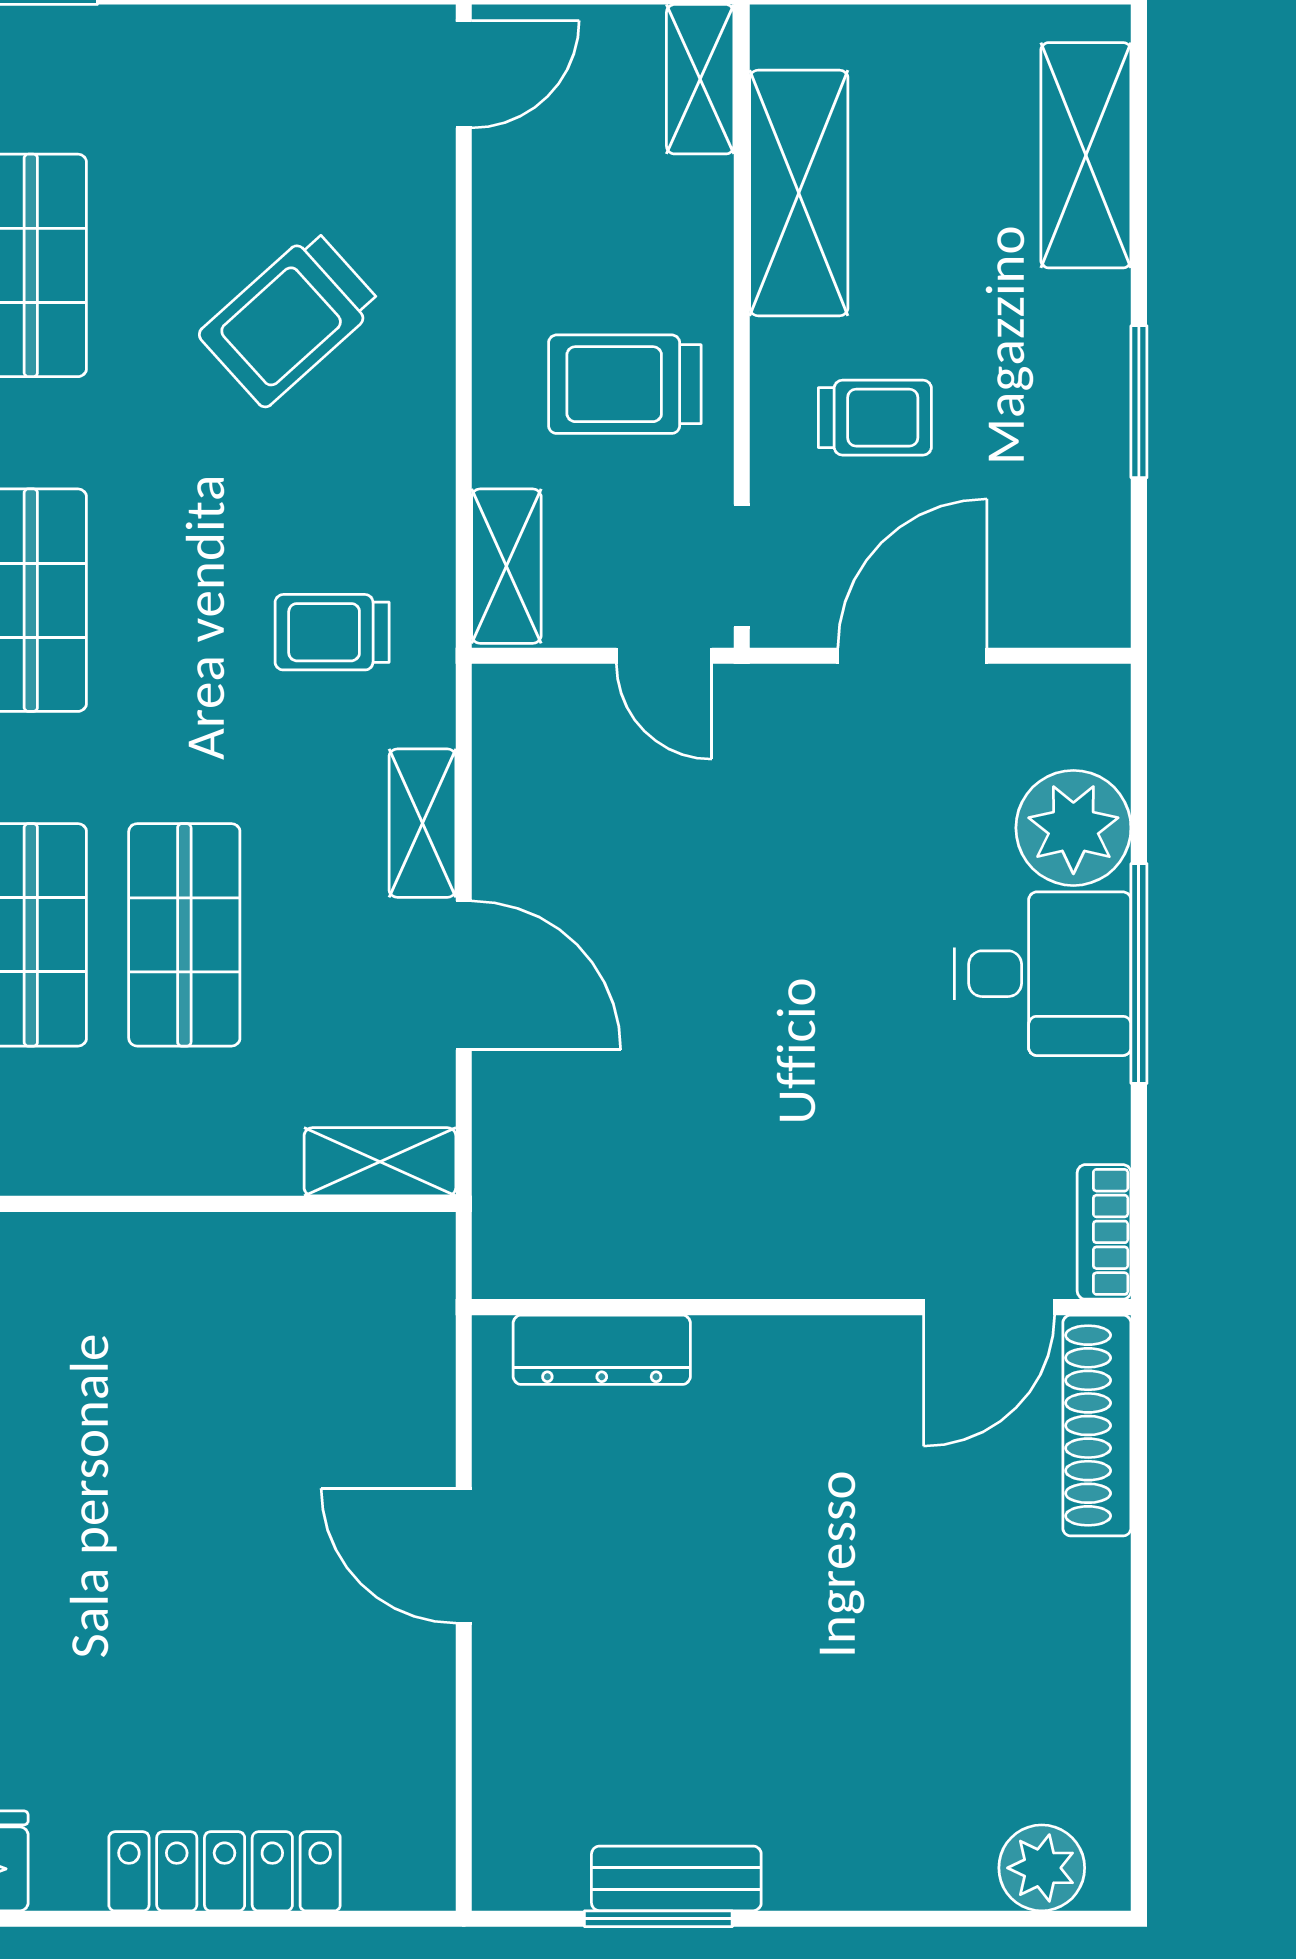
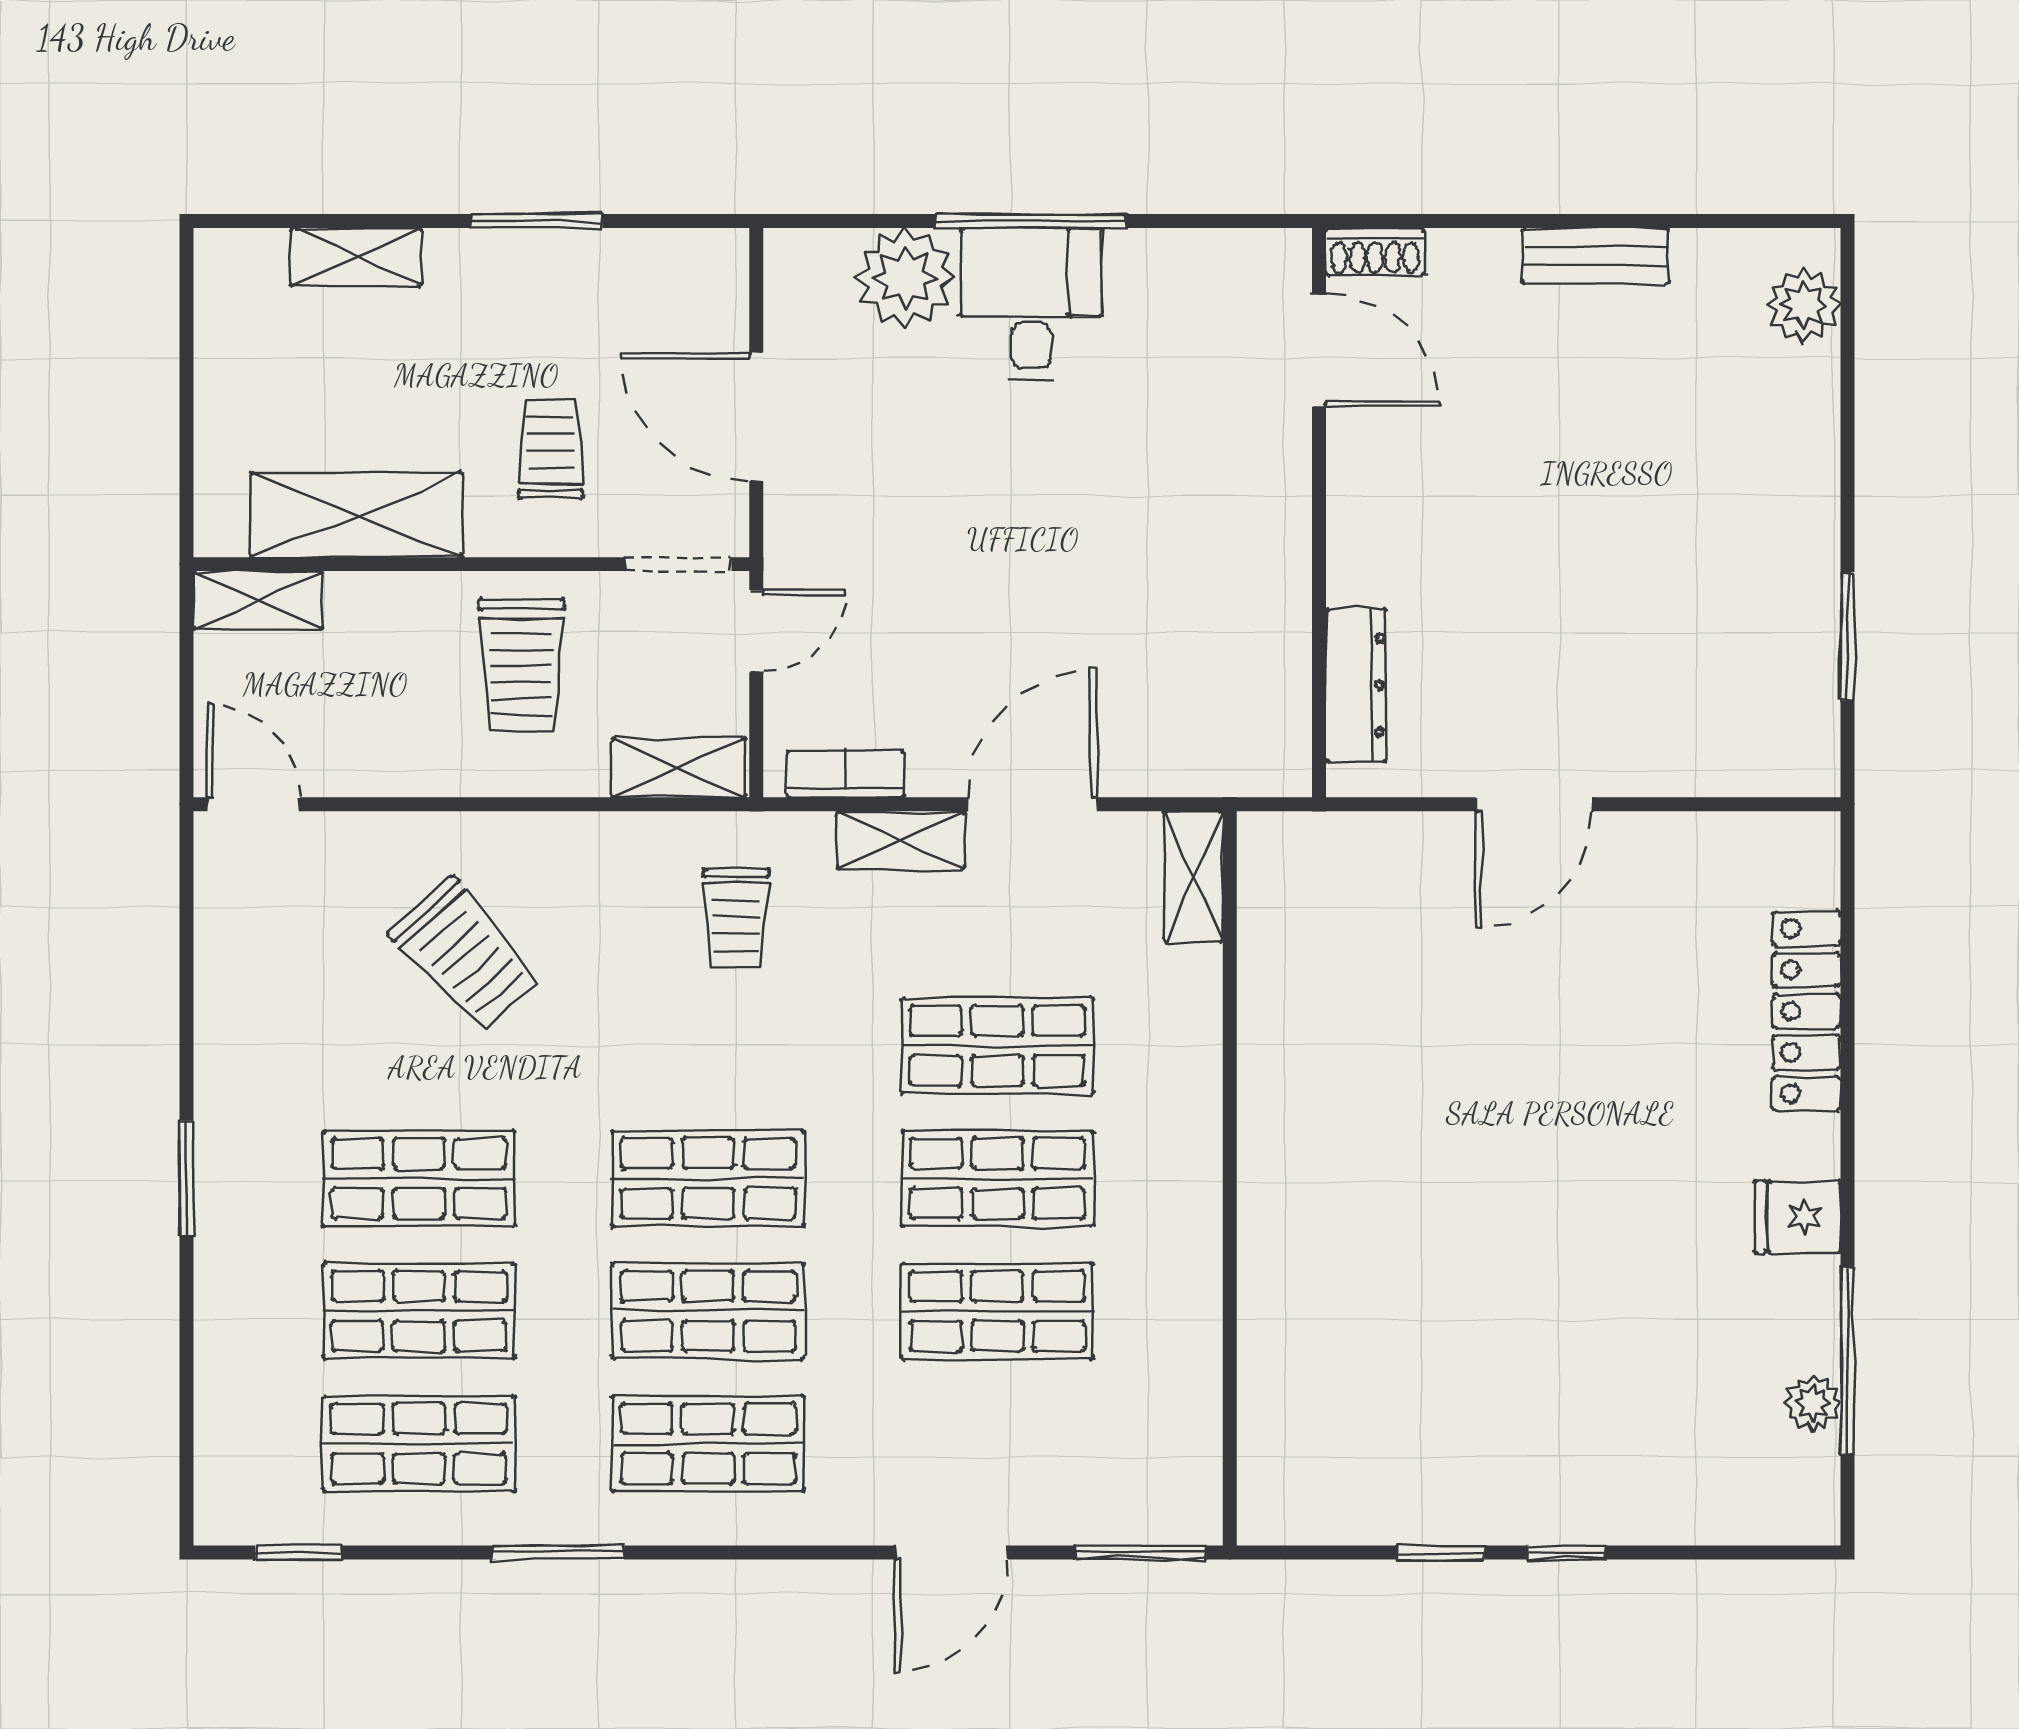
shelving: (1086, 155) -> (356, 257), width x0.67, depth x0.75
bookcase: (1104, 1232) -> (845, 774), moved, turned 180
shoe rack: (1097, 1426) -> (1375, 252), width x0.51, depth x0.81
bench: (676, 1878) -> (1596, 256), moved, turned 90

